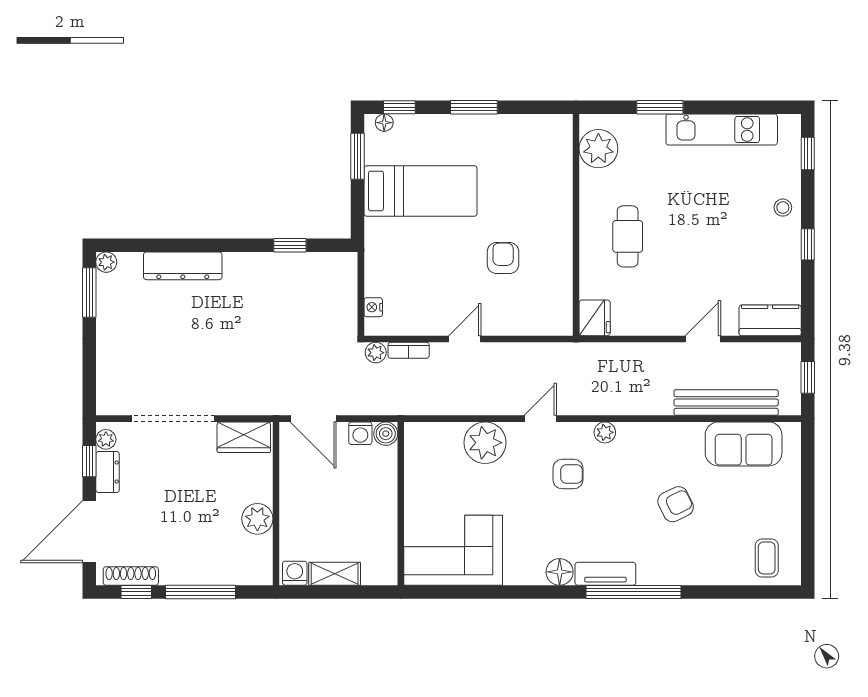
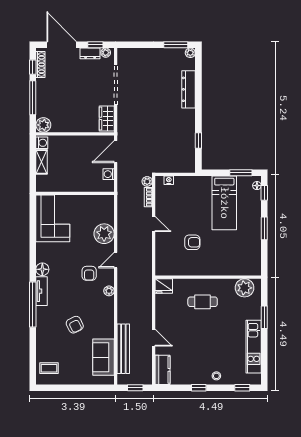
door: (540, 419) -> (116, 260), swing flipped
boiler: (386, 434) -> (108, 186), removed
plant: (257, 519) -> (43, 125), moved

